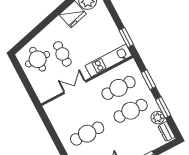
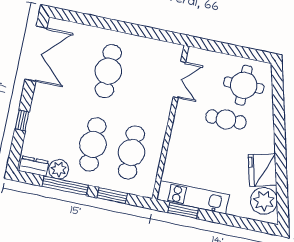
kitchen unit: (108, 61) -> (193, 197), moved, turned -90
double door: (75, 87) -> (179, 80), moved
window: (163, 107) -> (65, 186), width x1.44

